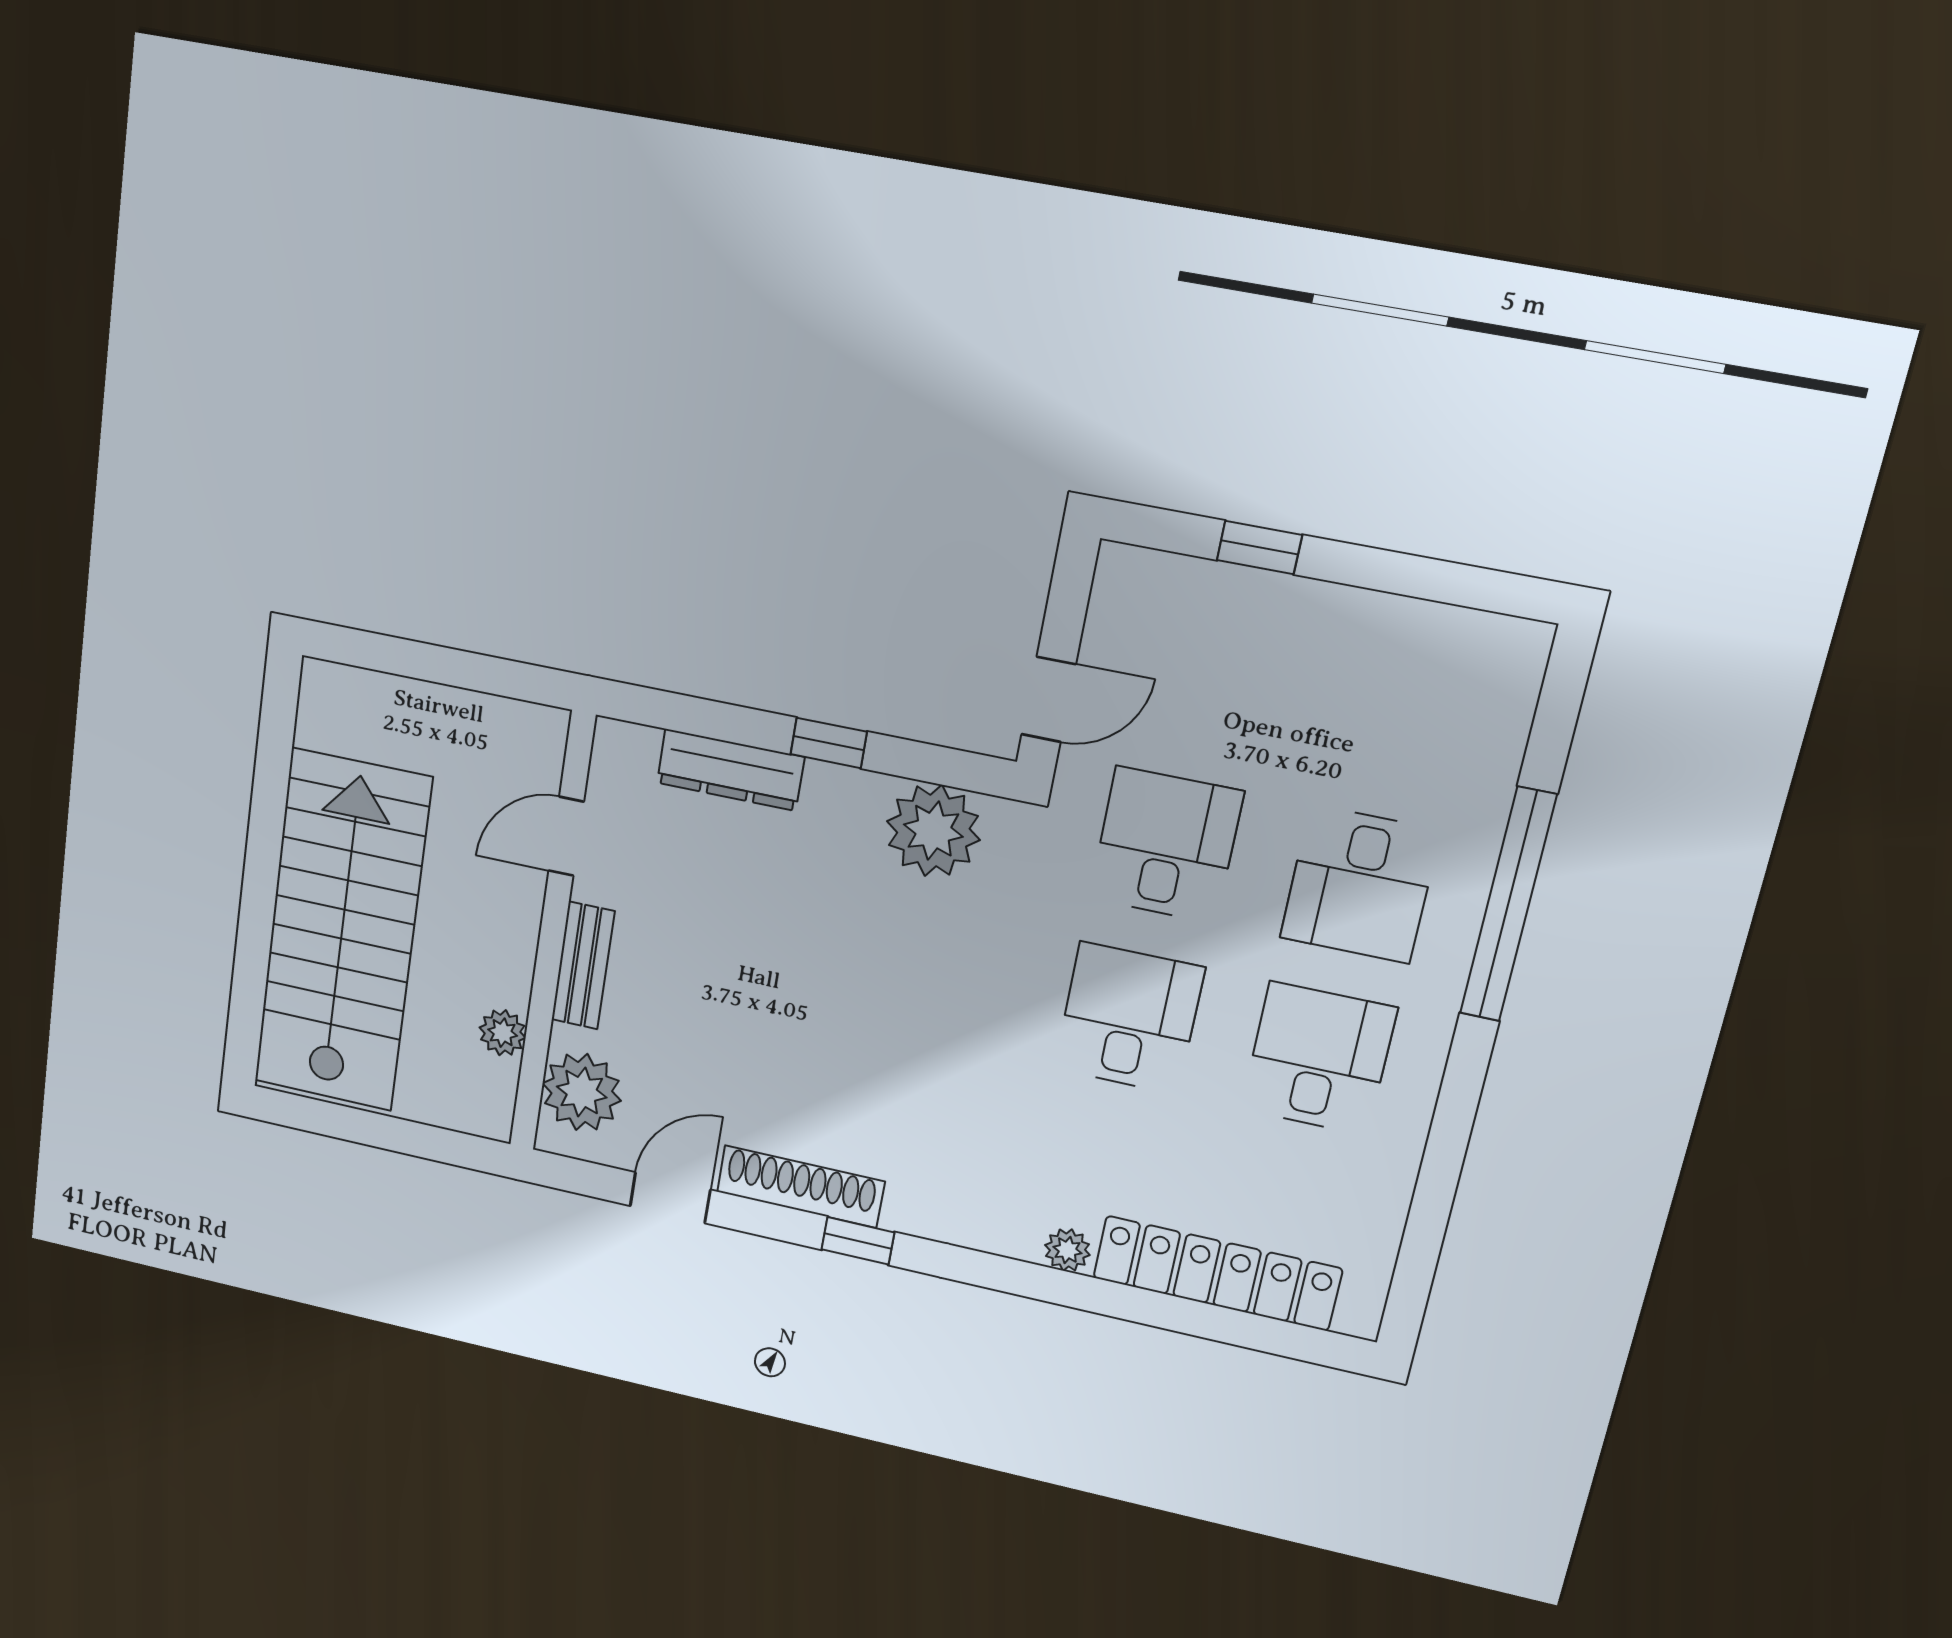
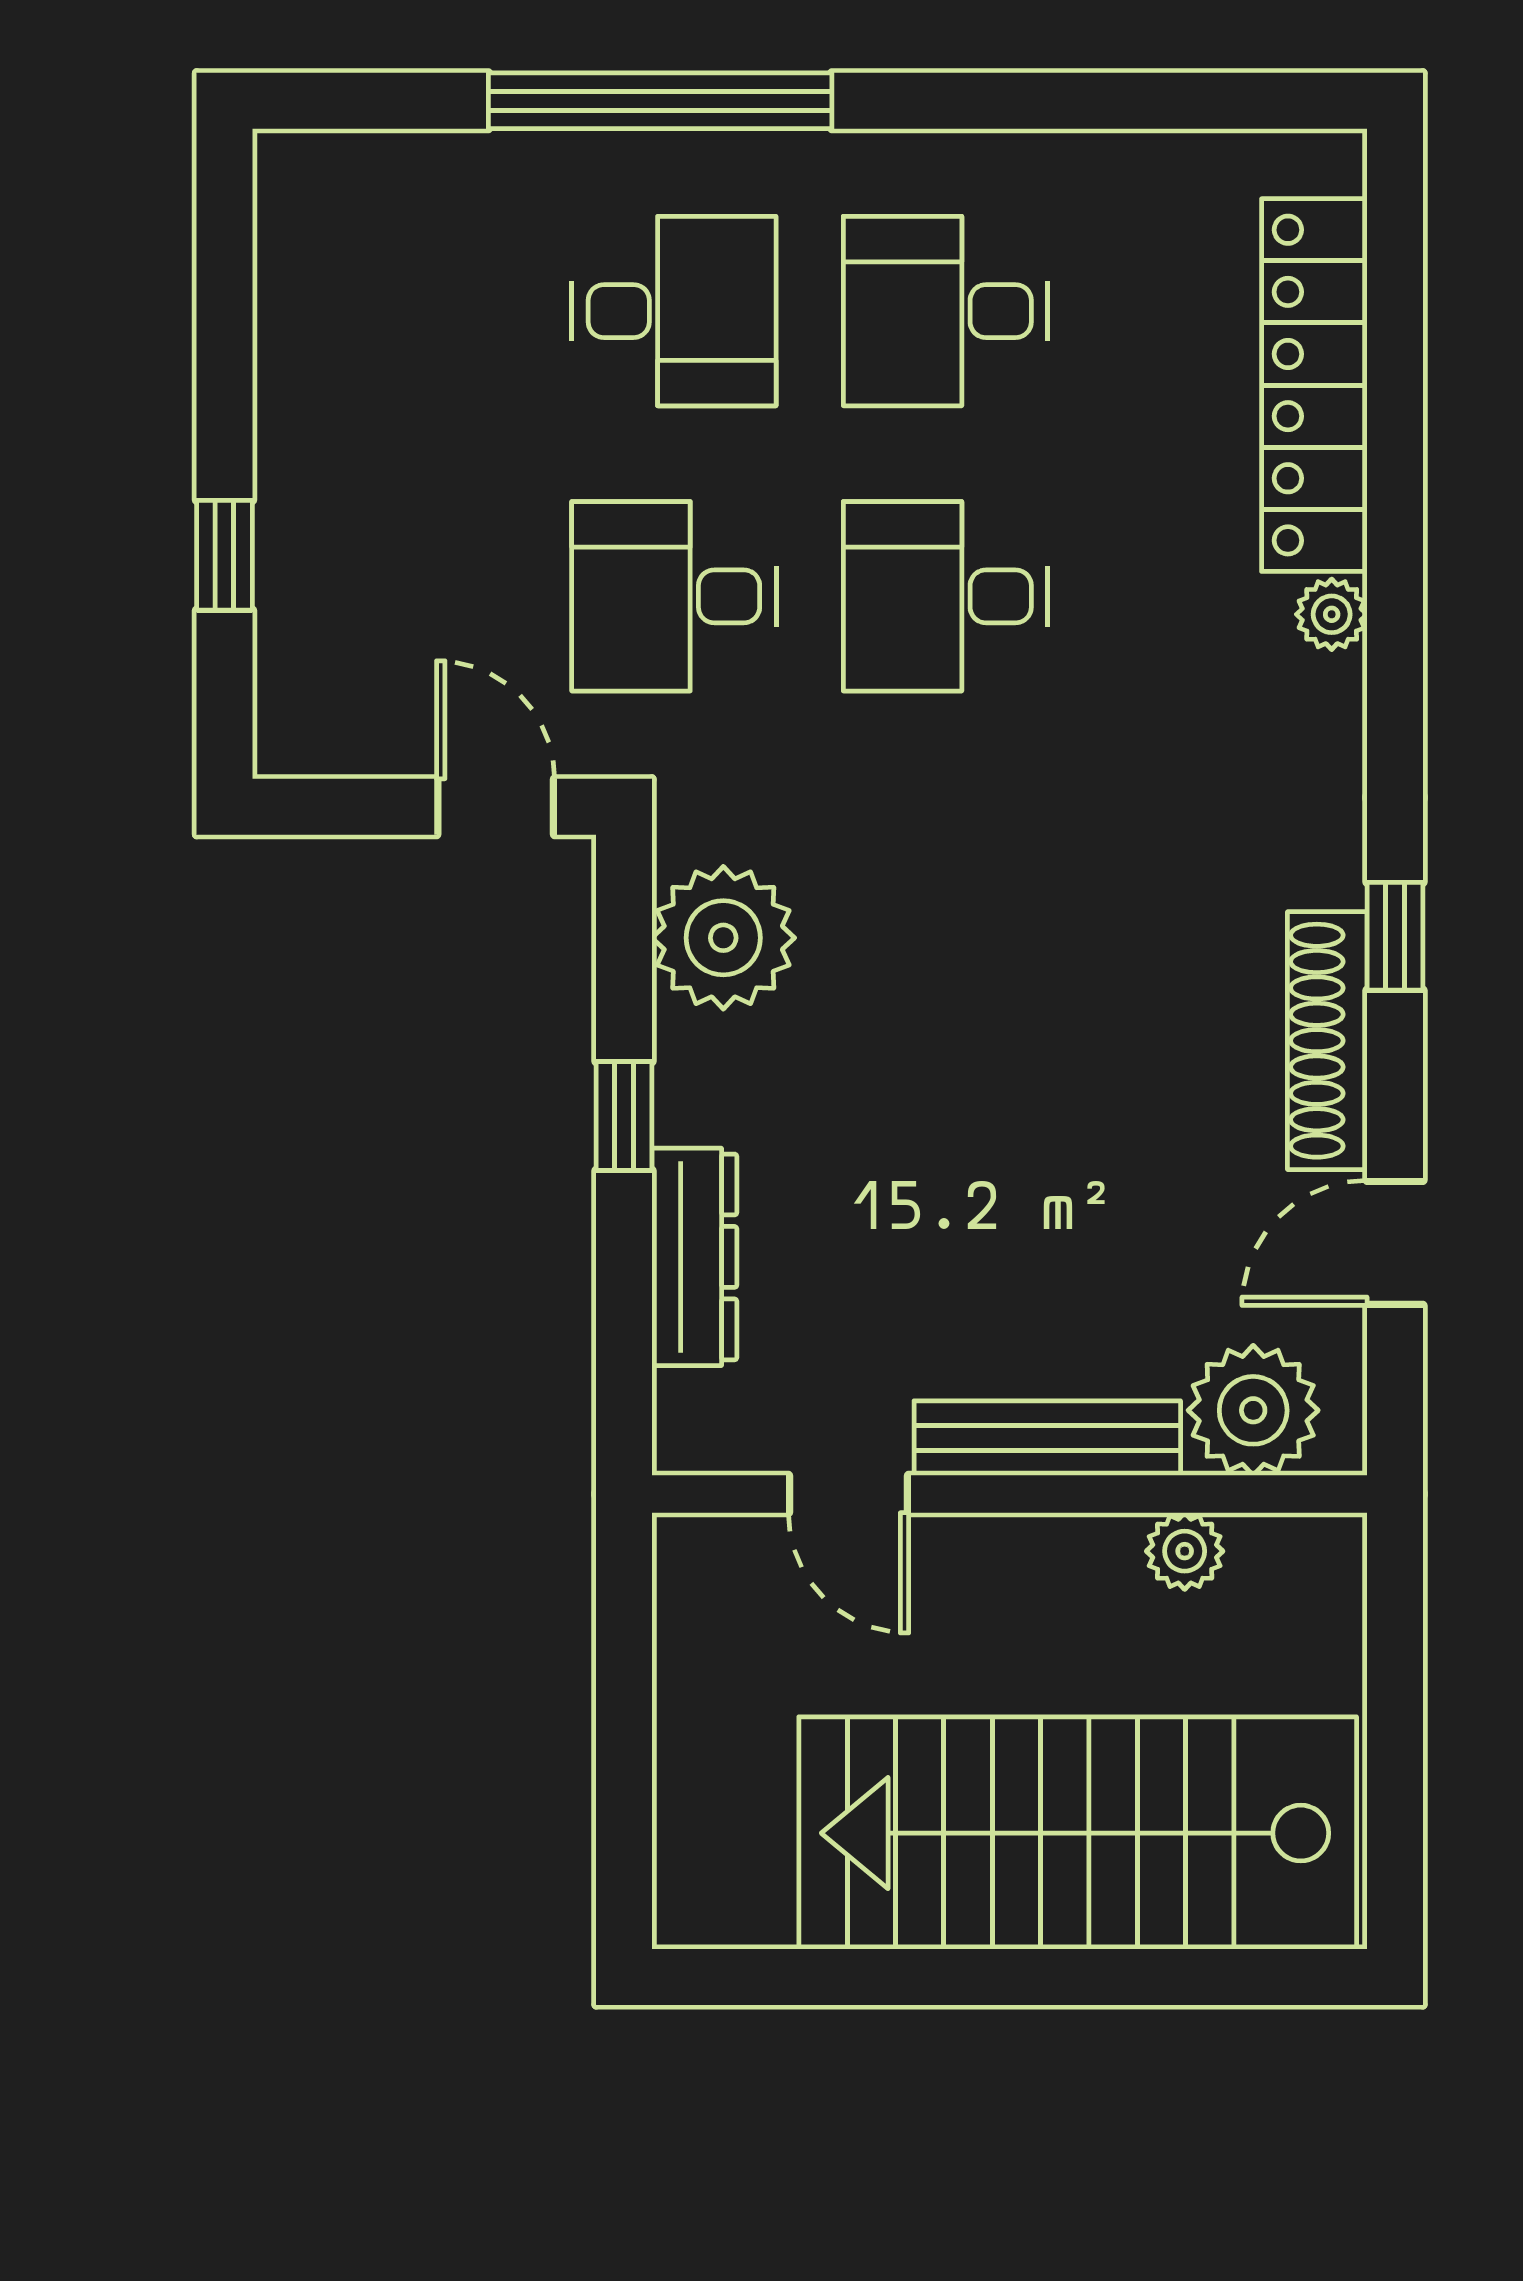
bench: (583, 966) -> (1047, 1438), width x1.36
door: (670, 1198) -> (1395, 1243), hinge flipped

